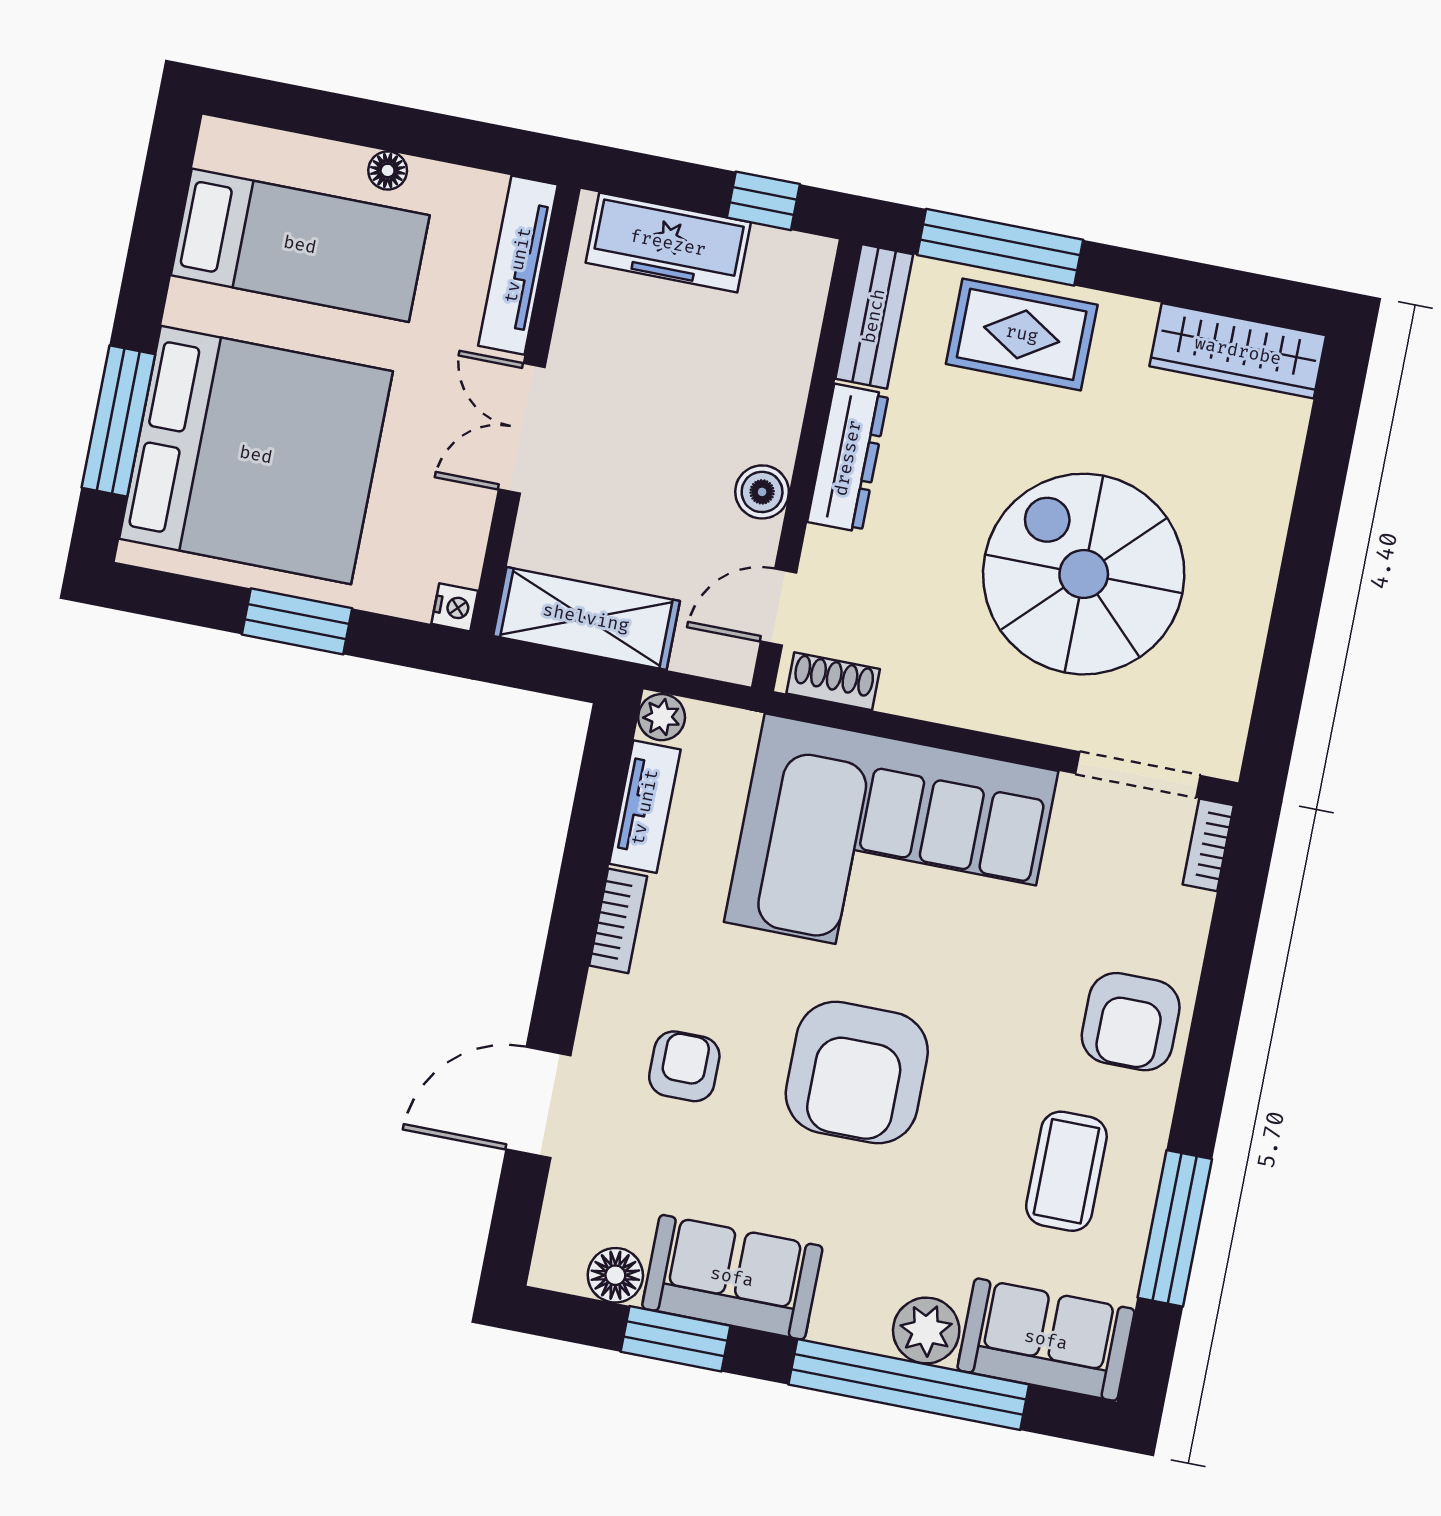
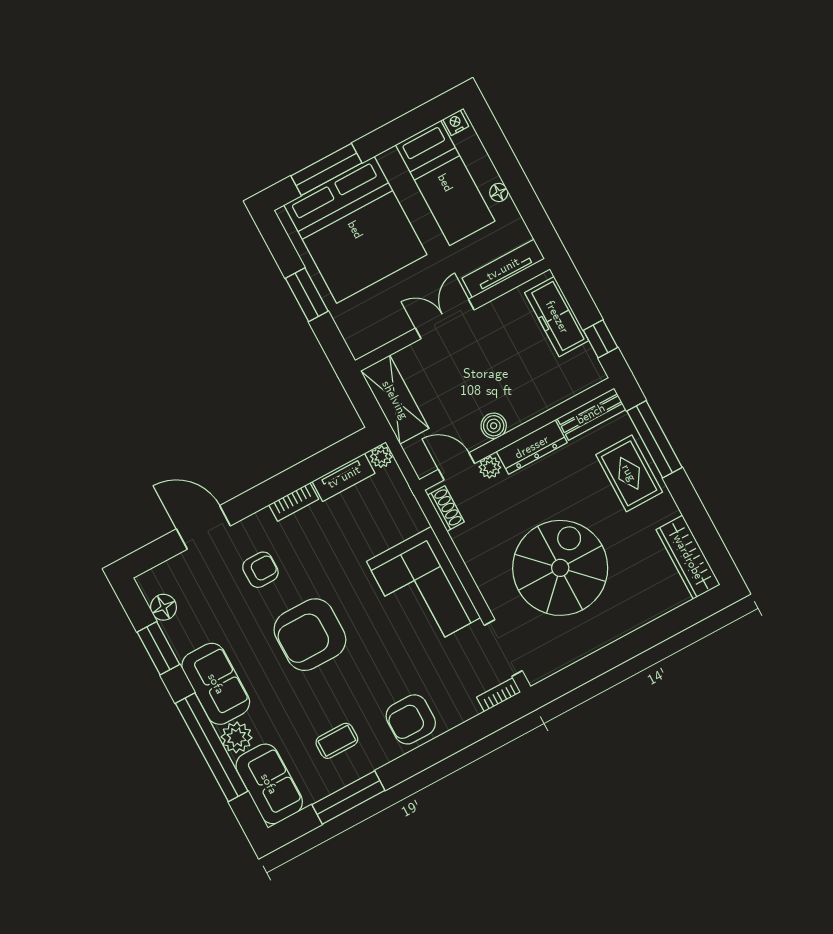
plant: (825, 554) -> (490, 467), added
nightstand: (455, 607) -> (456, 123), moved, turned 180
corner sofa: (891, 847) -> (423, 590), width x0.73, depth x0.74
coffee table: (1066, 1171) -> (337, 741), width x0.73, depth x0.77
sofa: (732, 1277) -> (216, 684), moved

